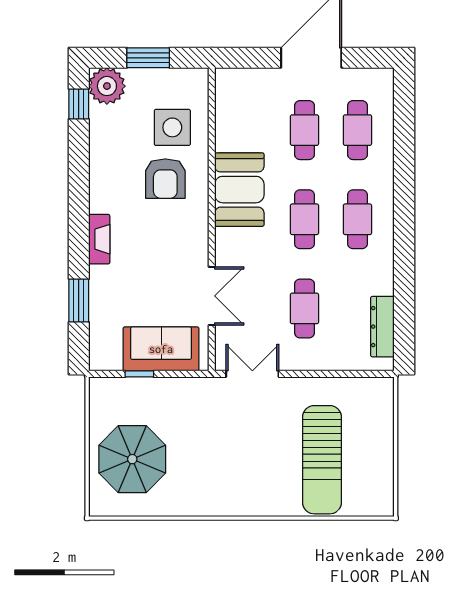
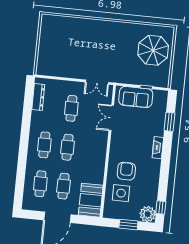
booth: (239, 190) -> (91, 200), moved
sun lounger: (322, 460) -> (70, 42), removed

